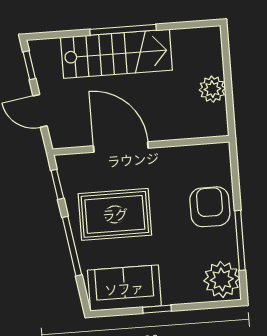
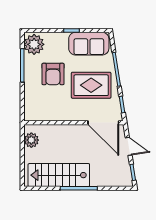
stairs: (116, 54) -> (59, 175), moved
plant: (212, 89) -> (31, 140), moved
door: (121, 147) -> (103, 123), moved
armchair: (210, 207) -> (53, 74), moved

